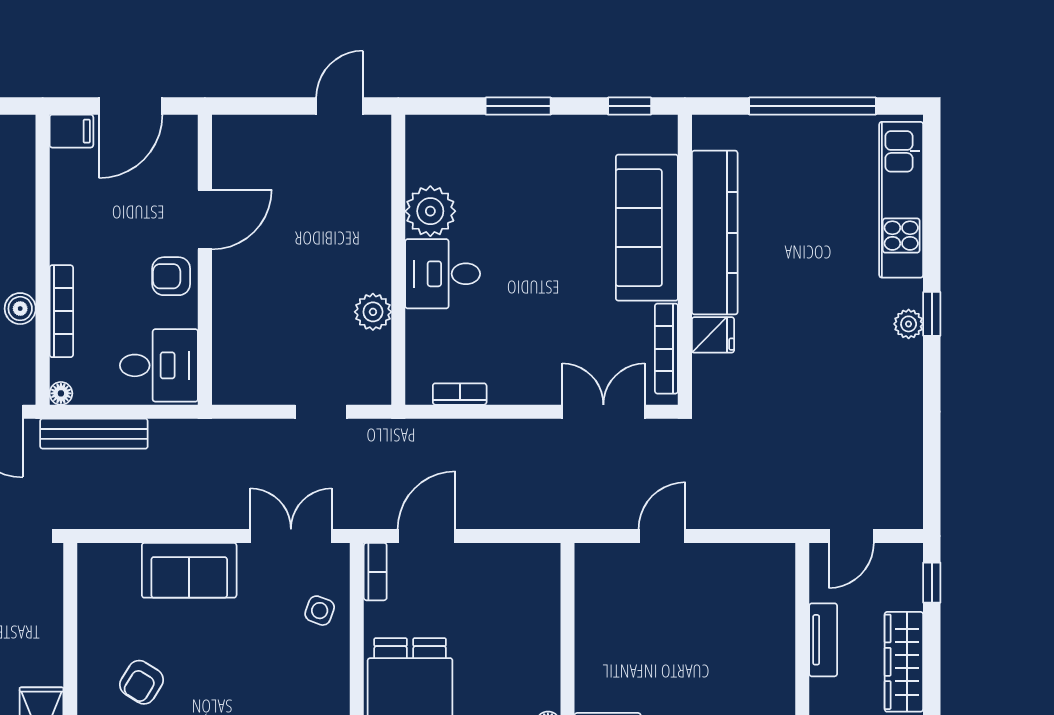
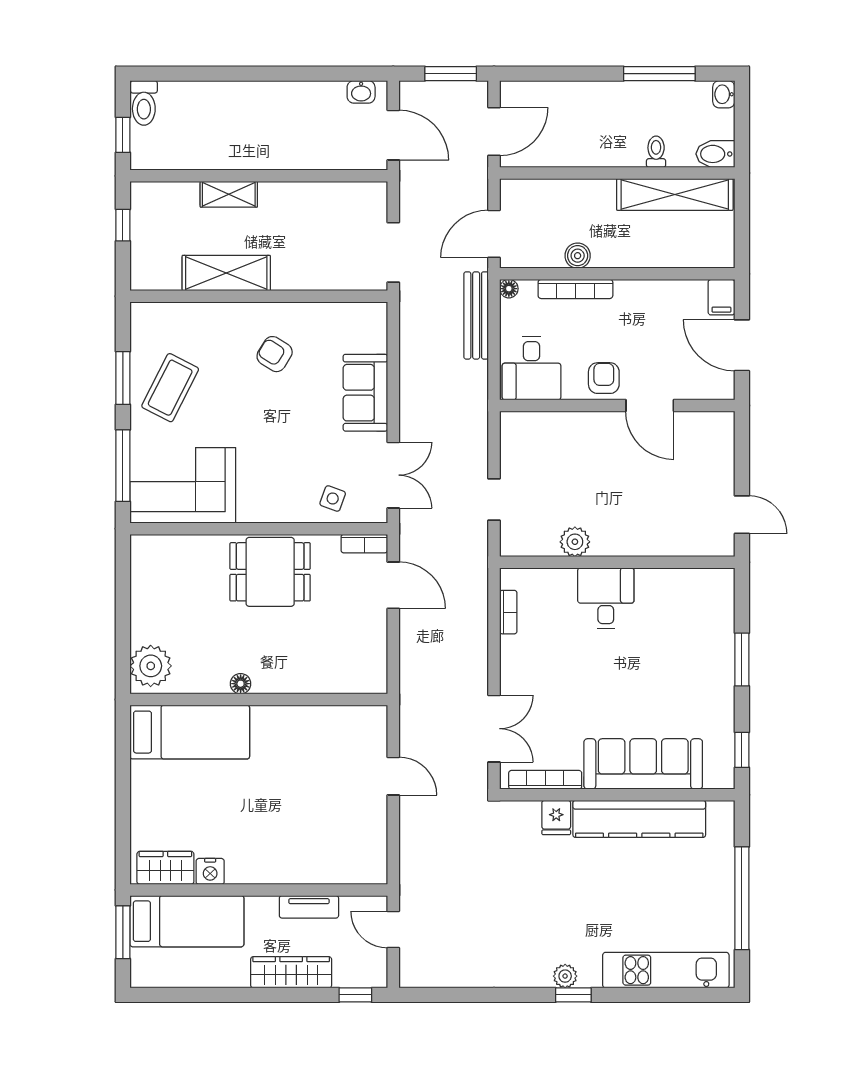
plant: (430, 211) -> (657, 588), removed

